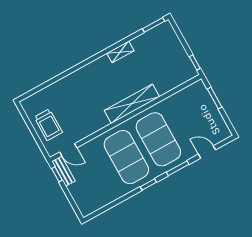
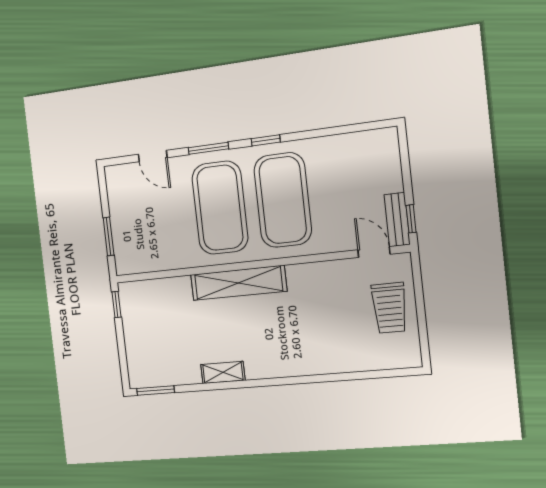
trolley: (48, 125) -> (390, 308), turned 180

